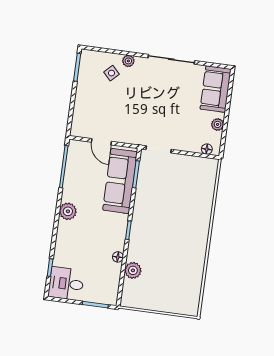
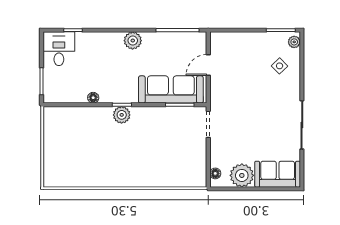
plant: (128, 61) -> (294, 42), moved
plant: (218, 124) -> (242, 175), width x1.87, depth x1.87
plant: (133, 270) -> (122, 115), moved

